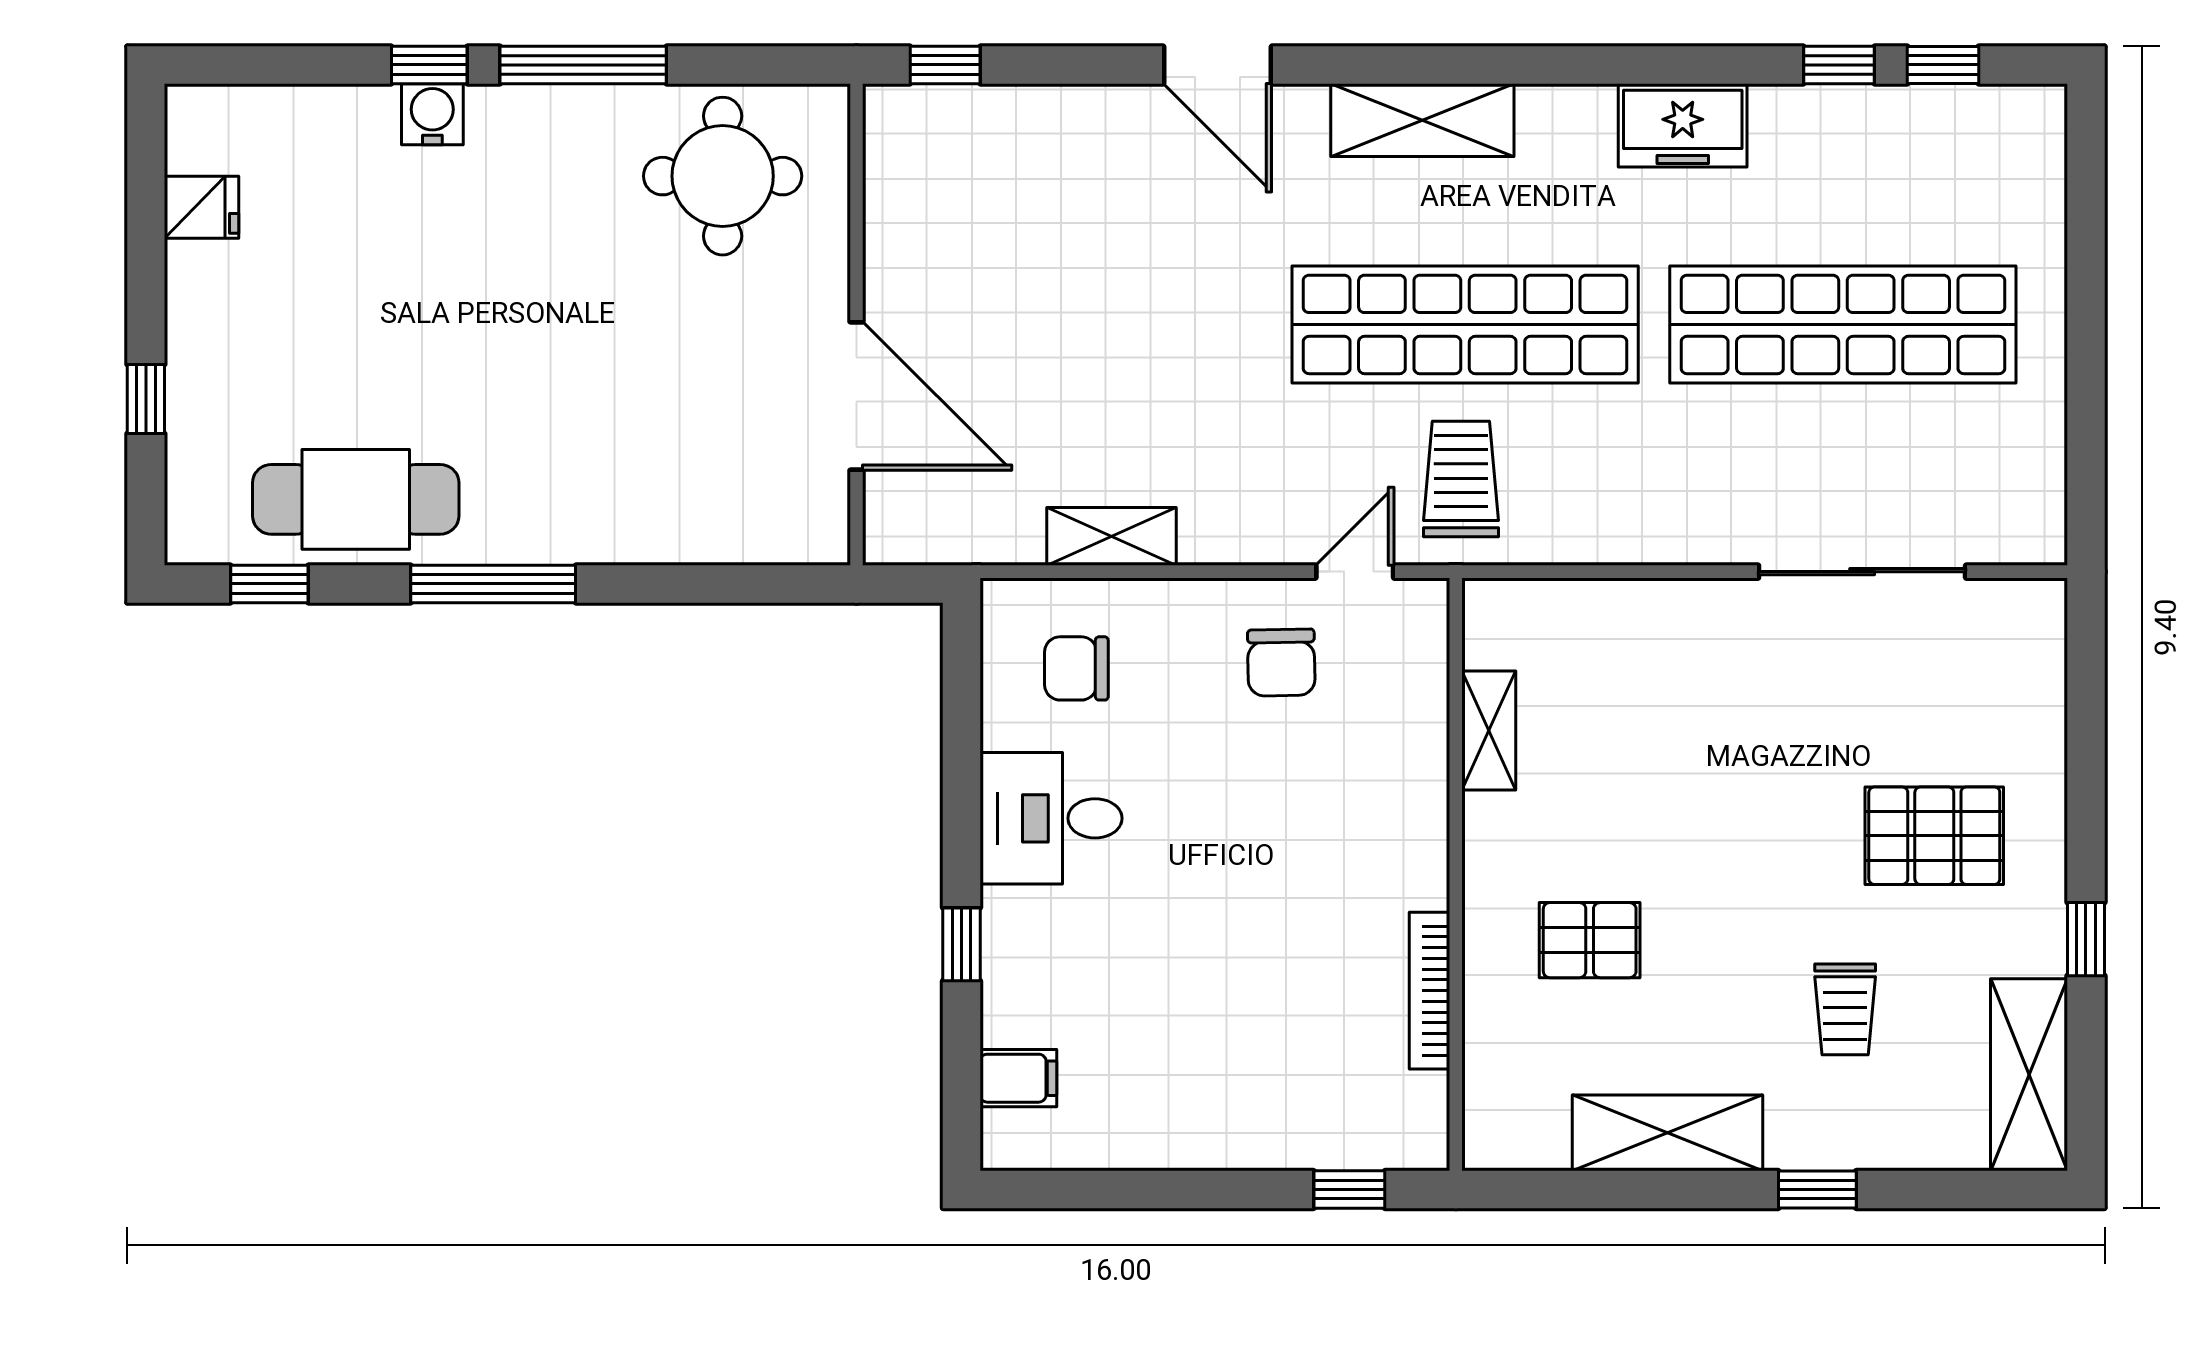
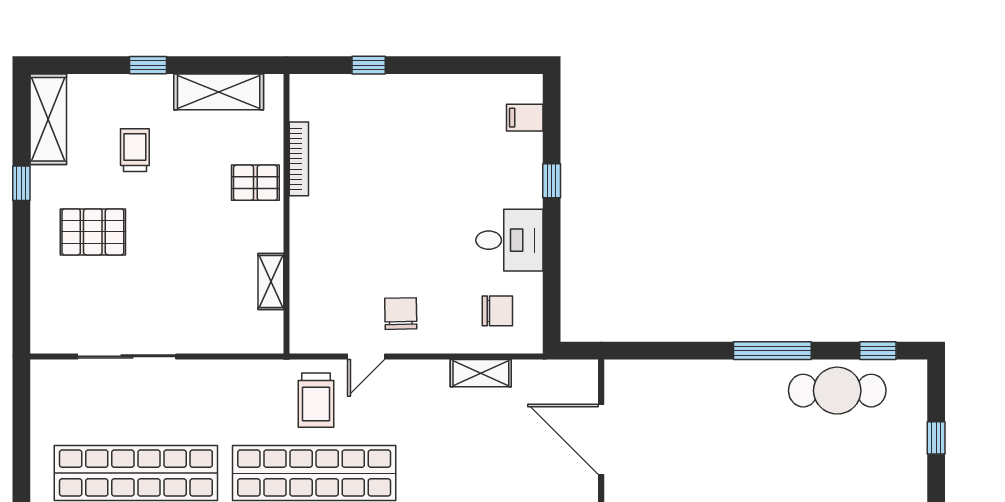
shelving: (1489, 731) -> (271, 282), moved
wall: (1456, 874) -> (286, 214), moved
bookcase: (1430, 991) -> (299, 159), moved

